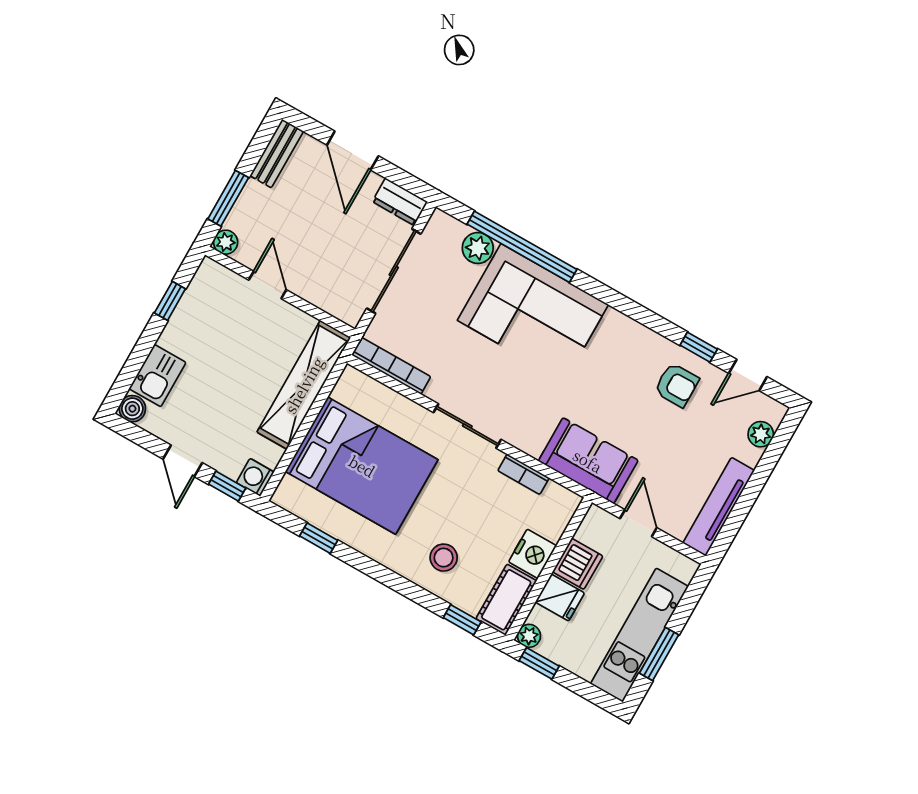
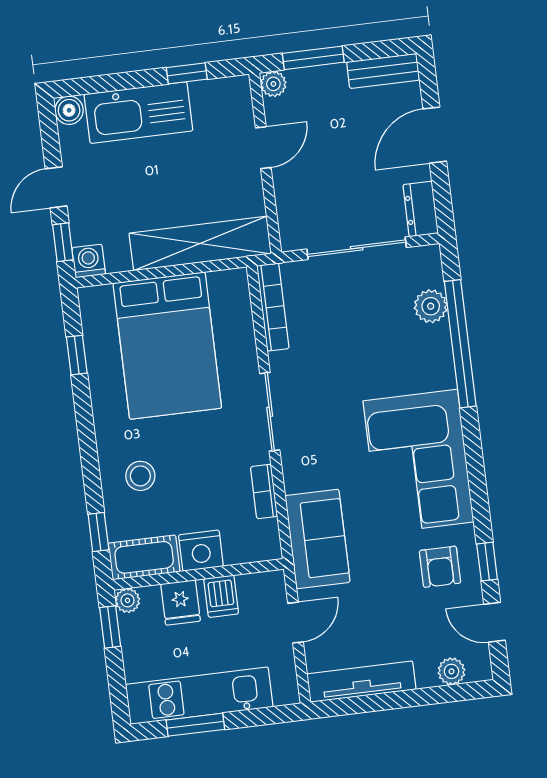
corner sofa: (533, 312) -> (418, 461), moved
kitchen sink: (157, 376) -> (138, 113), width x1.87, depth x1.24
dishwasher: (578, 564) -> (221, 596), width x0.73

